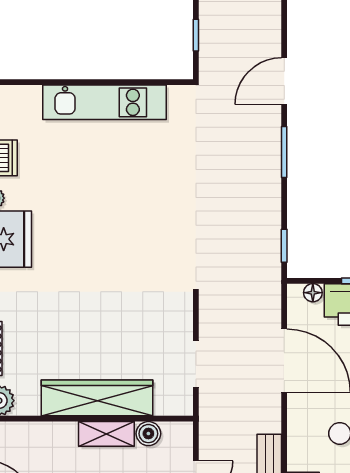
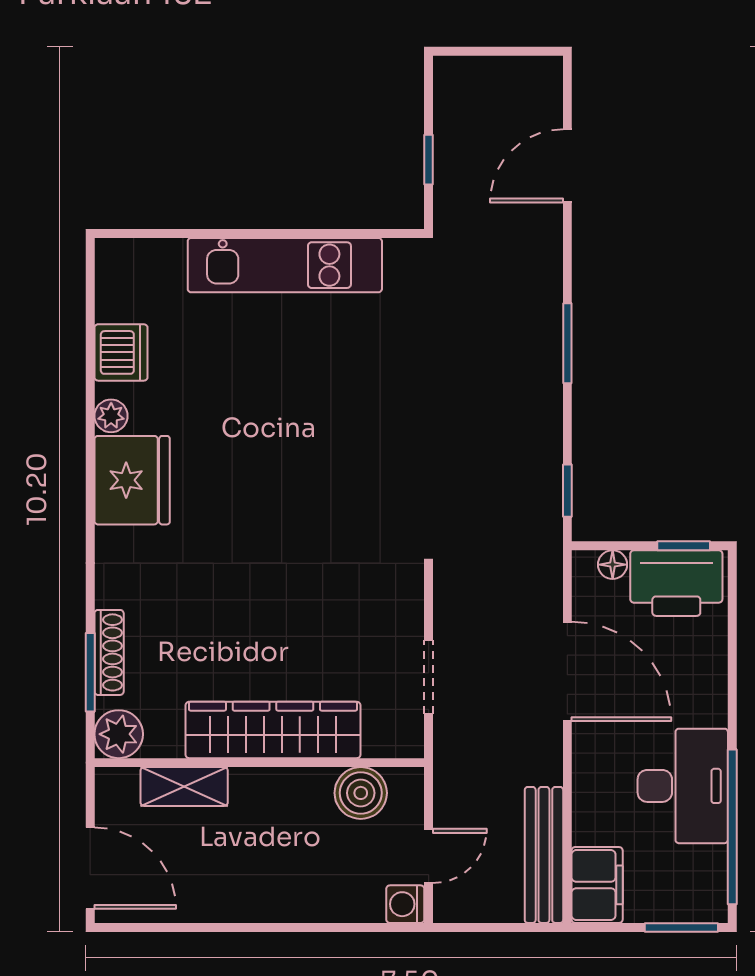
door: (284, 81) -> (567, 166), moved
shelving: (106, 434) -> (184, 787), moved
boiler: (148, 434) -> (361, 793), width x1.36, depth x1.36

